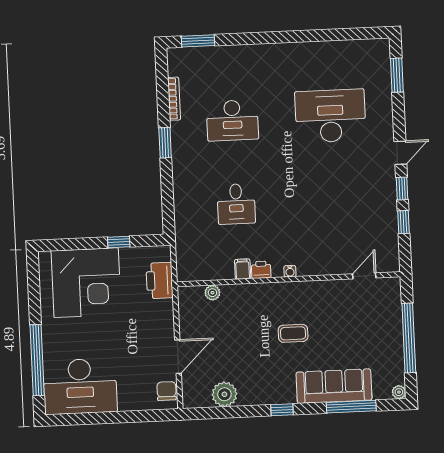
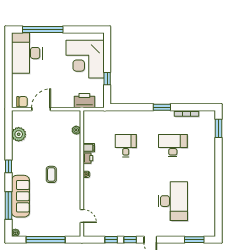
desk: (232, 120) -> (173, 146), turned 90
desk: (236, 204) -> (126, 146), turned 90
door: (178, 357) -> (41, 109), swing flipped

